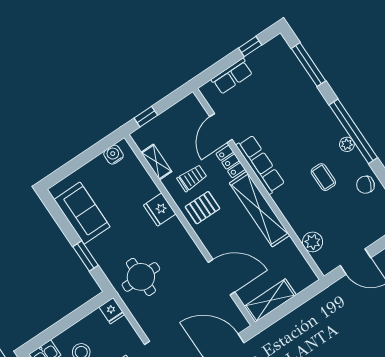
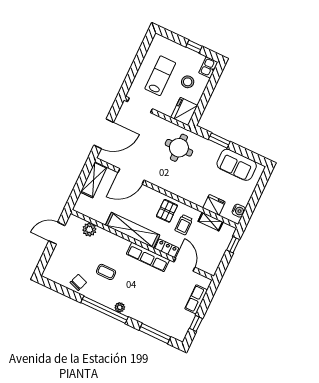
plant: (347, 144) -> (120, 307), moved
fridge: (160, 210) -> (214, 205), moved
fridge: (112, 311) -> (184, 111), width x1.88, depth x1.34

